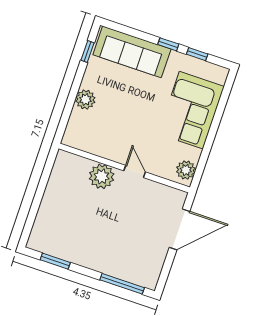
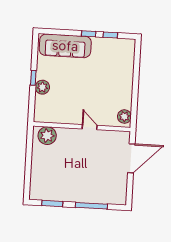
window: (87, 51) -> (33, 78), moved
corner sofa: (191, 110) -> (117, 75), removed
plant: (102, 176) -> (47, 136), moved
window: (122, 284) -> (91, 206), moved

